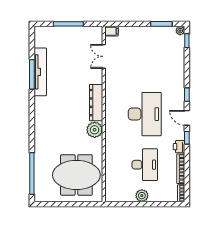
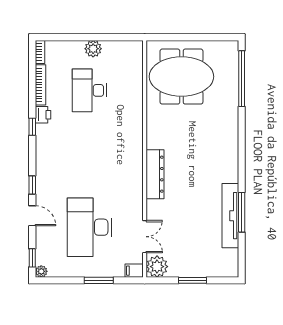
window: (68, 24) -> (193, 280), width x0.69
window: (161, 24) -> (99, 280), moved
desk: (145, 114) -> (89, 227), moved
door: (187, 118) -> (32, 216), moved
plant: (95, 130) -> (157, 267), moved

